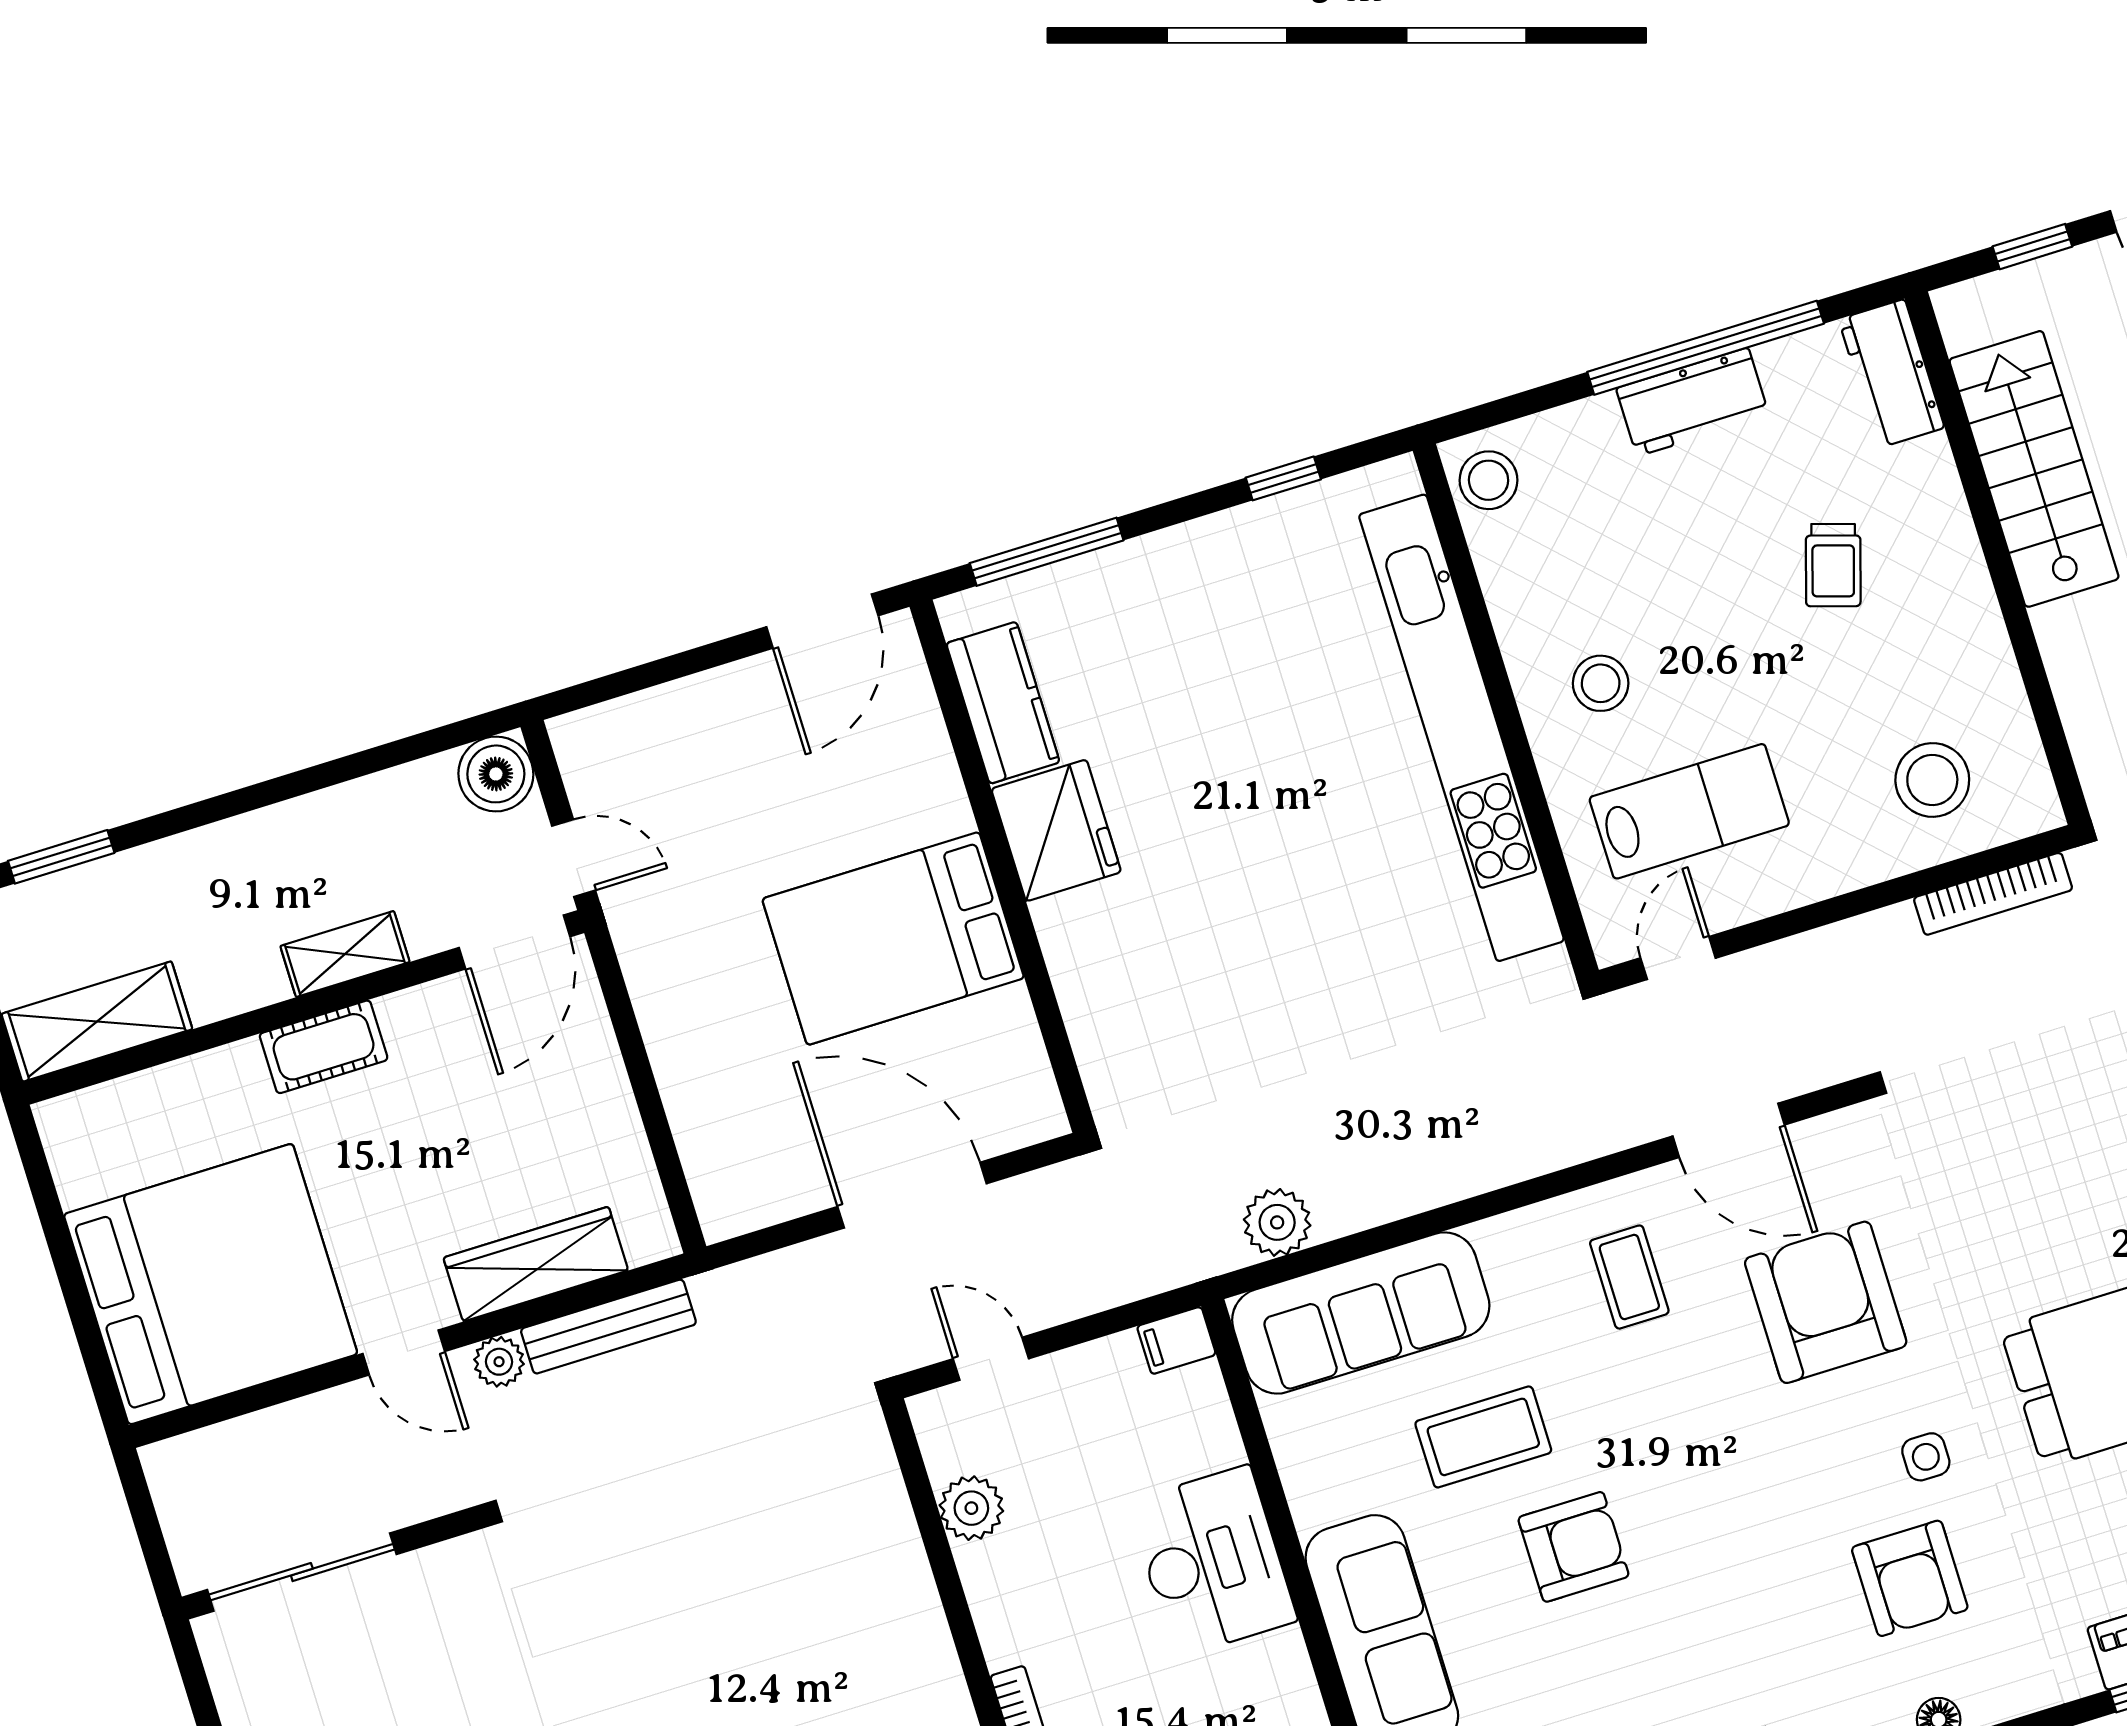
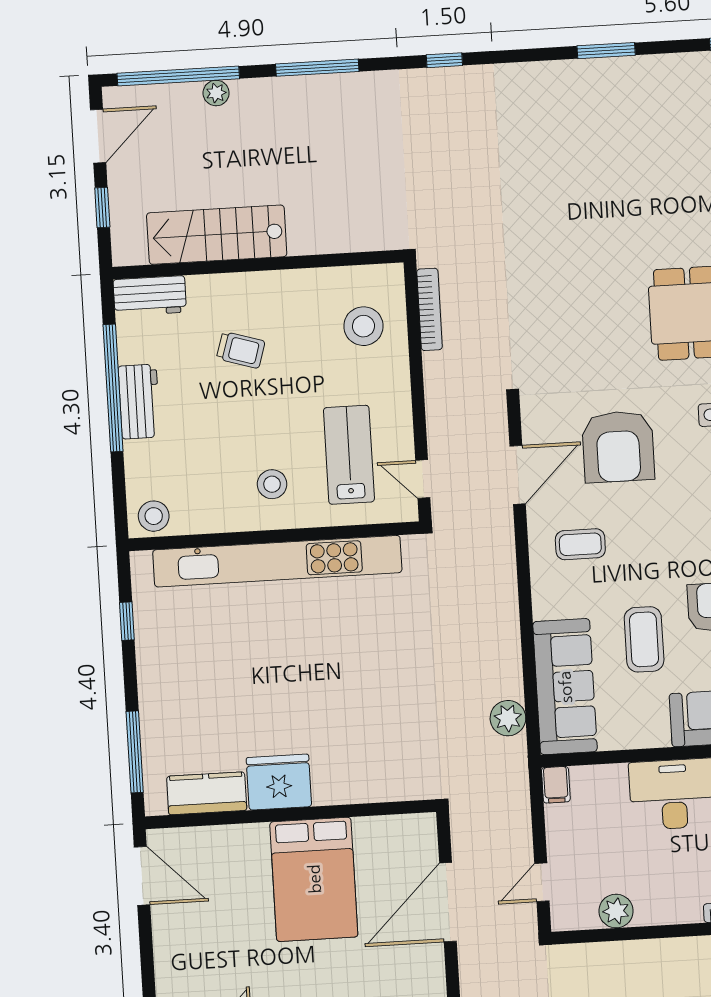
armchair: (1826, 1302) -> (618, 447), turned -90

